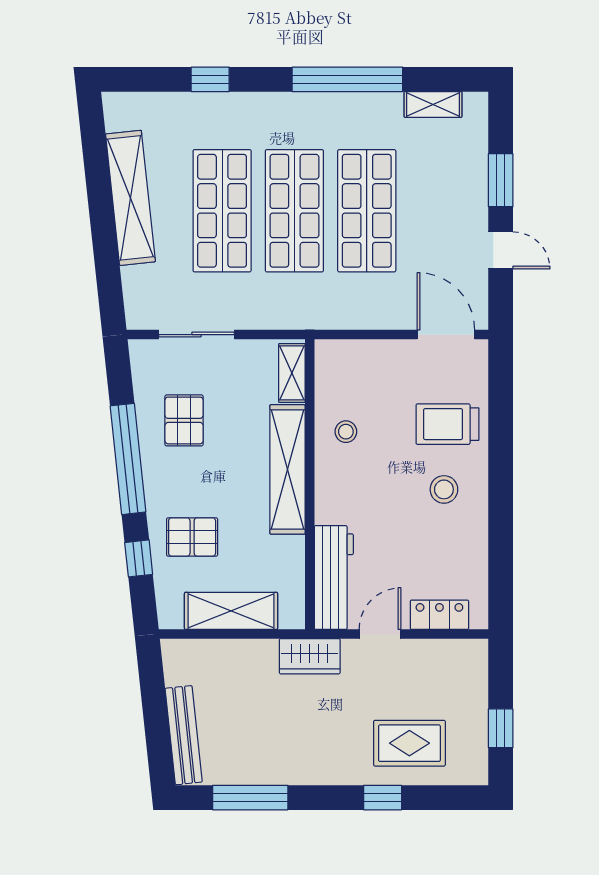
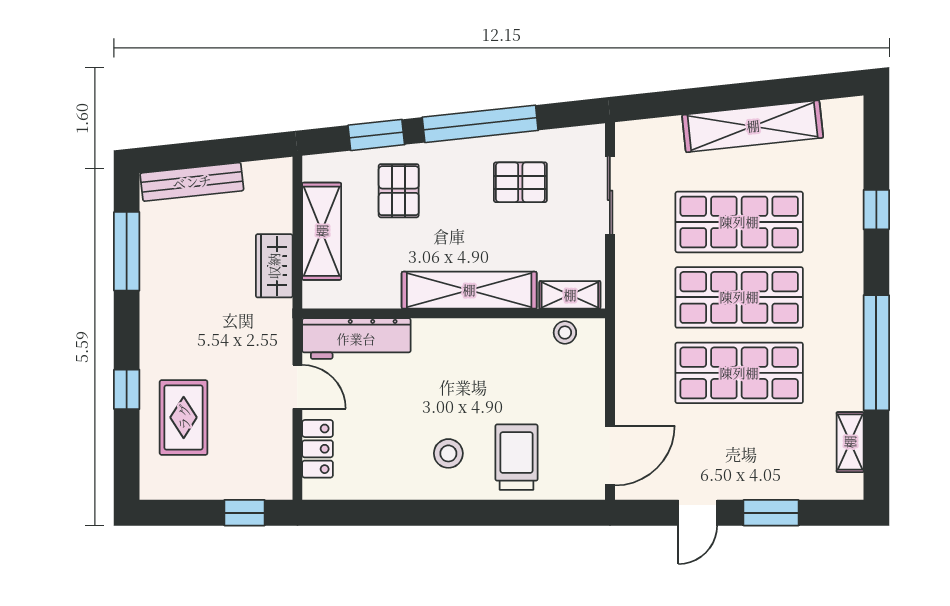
stool: (346, 432) -> (565, 333), moved
window: (139, 558) -> (376, 135), width x1.50
wardrobe: (310, 656) -> (274, 266), moved
window: (501, 728) -> (245, 513), moved

